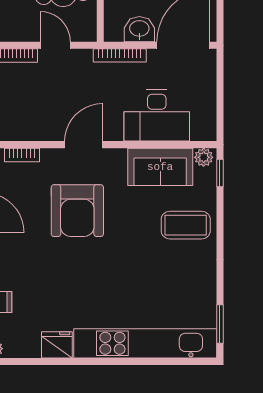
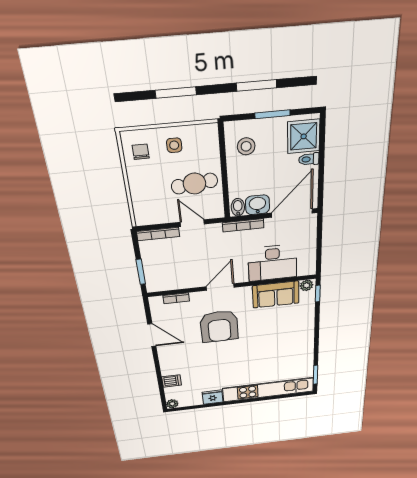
bidet: (114, 30) -> (238, 207), added
coffee table: (186, 225) -> (294, 326), removed

